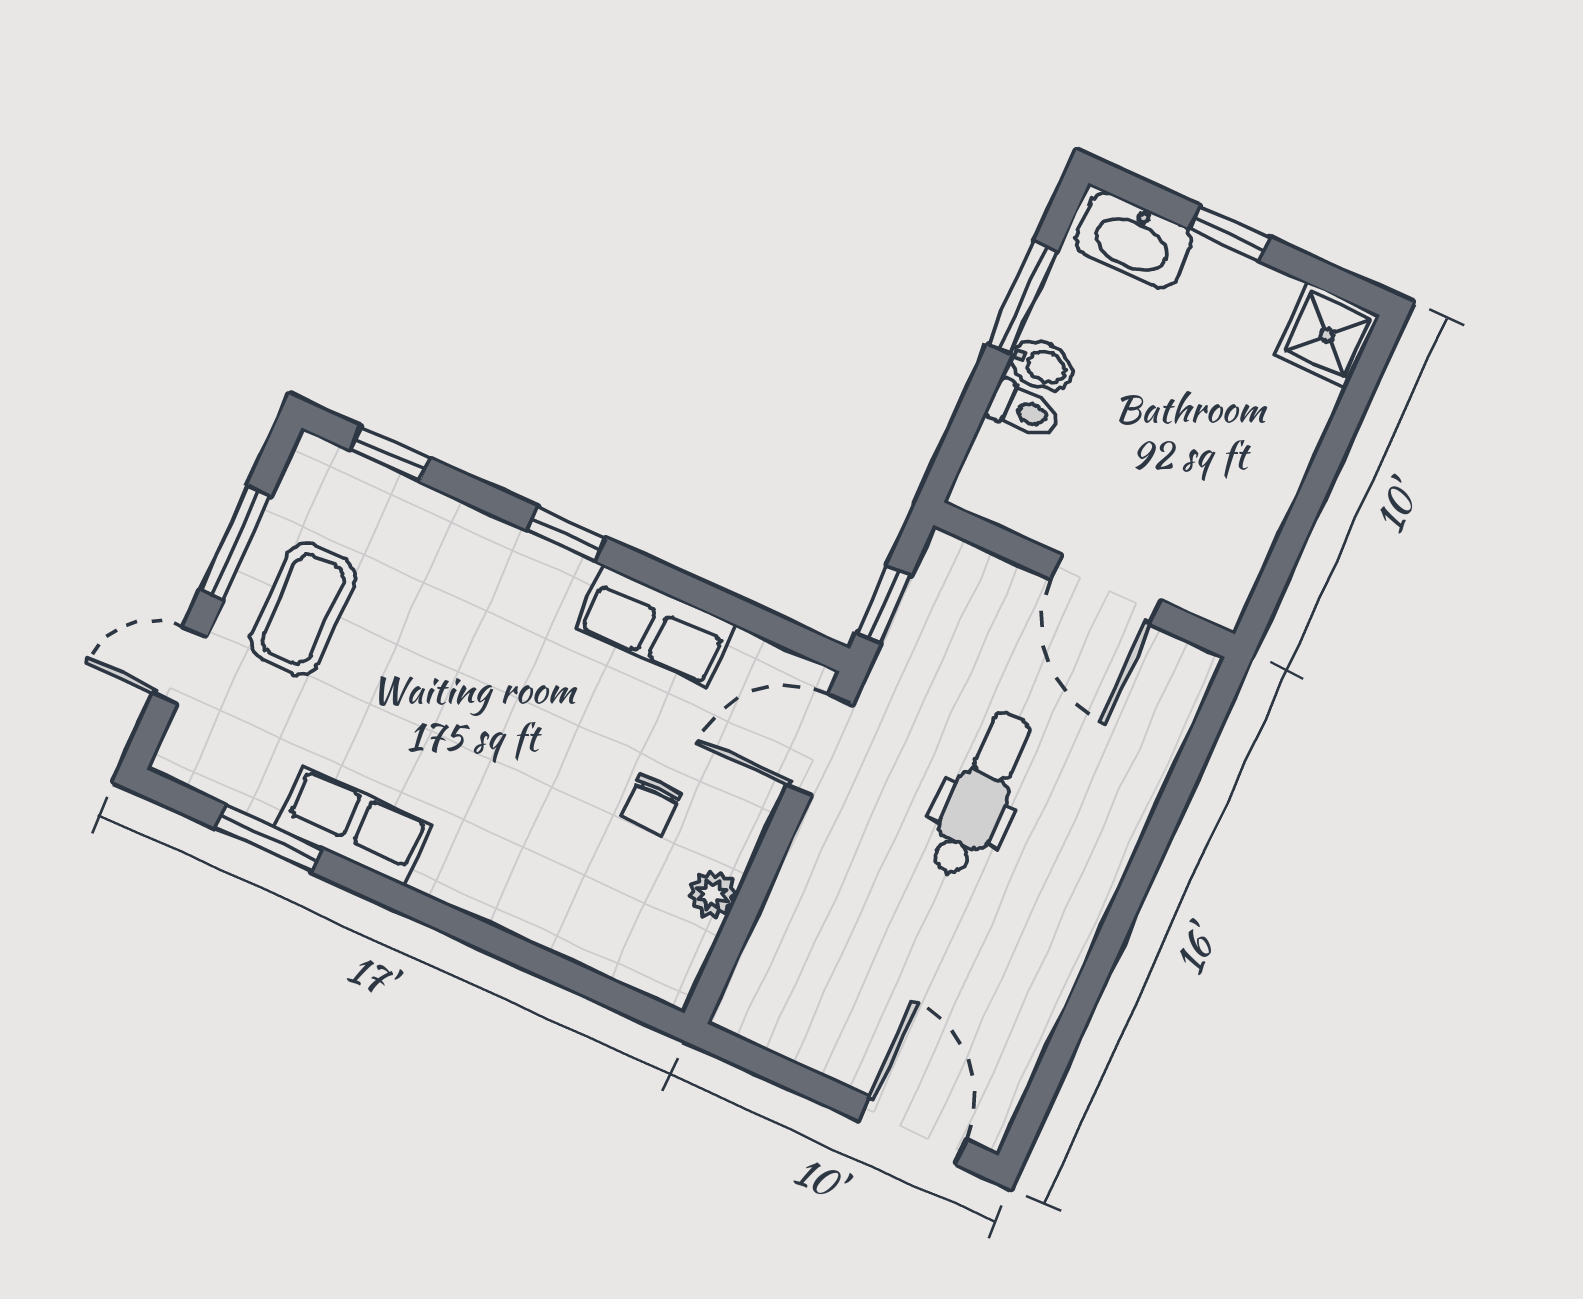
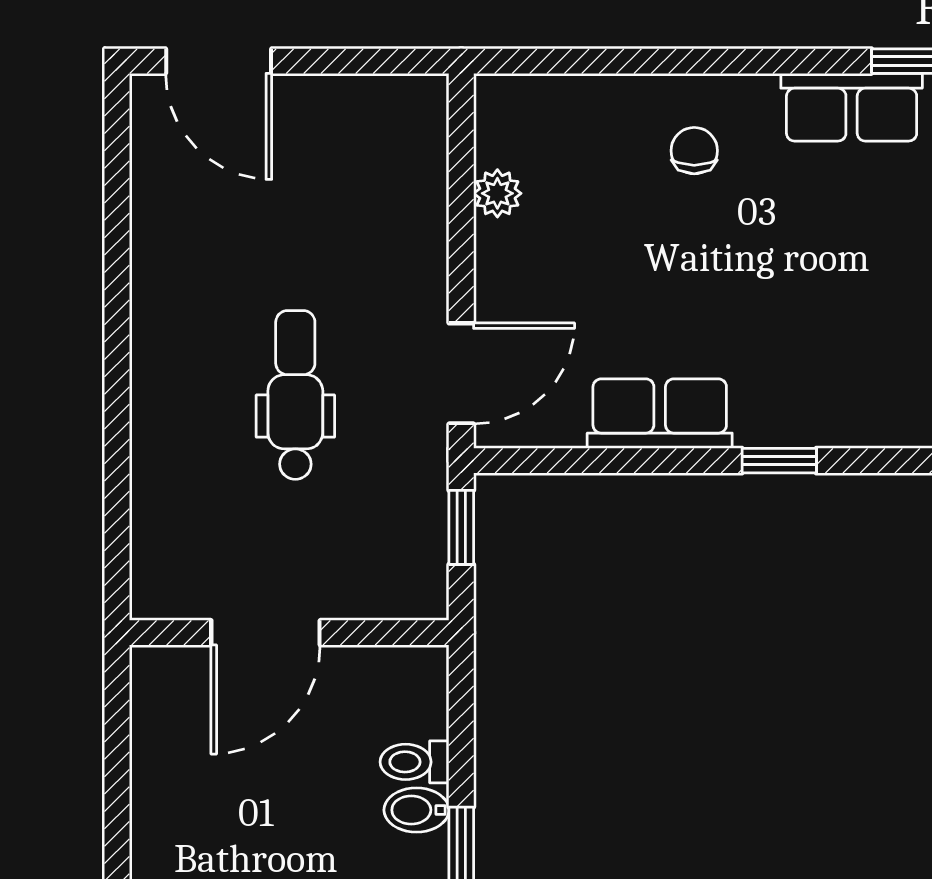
door: (1106, 589) -> (266, 633), swing flipped
dental chair: (980, 794) -> (295, 395), turned 180
chair: (651, 805) -> (694, 151), moved

